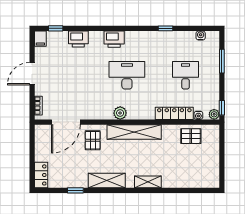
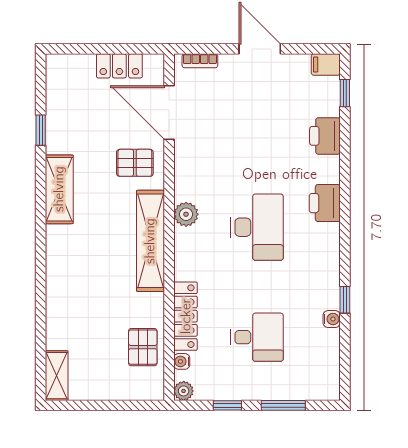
water cooler: (201, 36) -> (332, 319), moved
window: (222, 108) -> (227, 405), moved
locker: (41, 175) -> (119, 66), moved
shelving: (148, 182) -> (57, 376), moved

